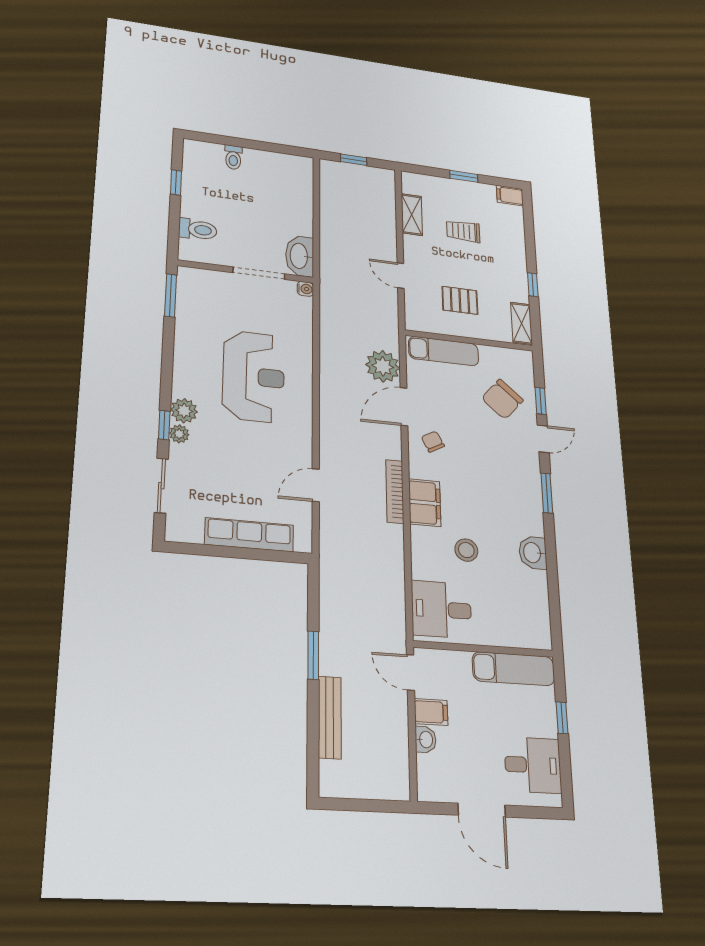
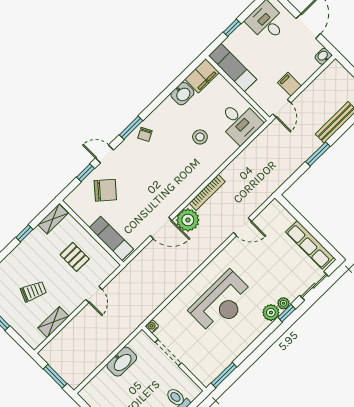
window: (354, 160) -> (55, 376), width x1.50
trolley: (463, 231) -> (33, 291), turned -67
washbasin: (300, 256) -> (122, 362), moved
plant: (383, 366) -> (188, 220), moved
reception desk: (254, 376) -> (222, 303), turned 180
chair: (433, 442) -> (145, 134), moved
filing cabinet: (425, 503) -> (202, 76), moved, turned 180
row of seats: (249, 535) -> (310, 245), moved
washbasin: (533, 553) -> (182, 94), moved
washbasin: (426, 740) -> (323, 56), moved

